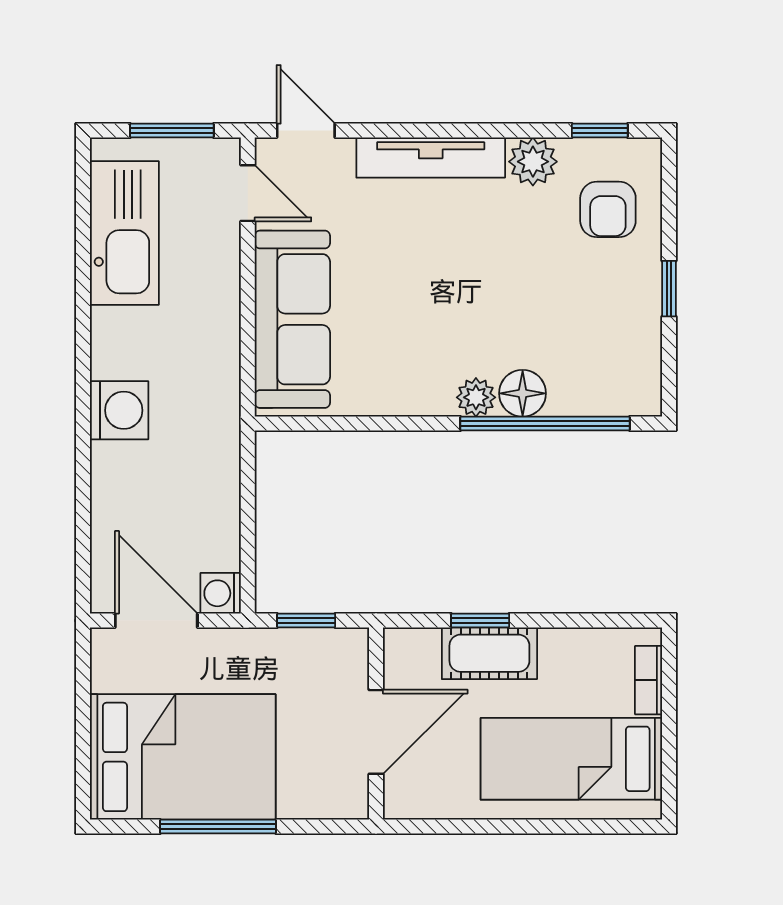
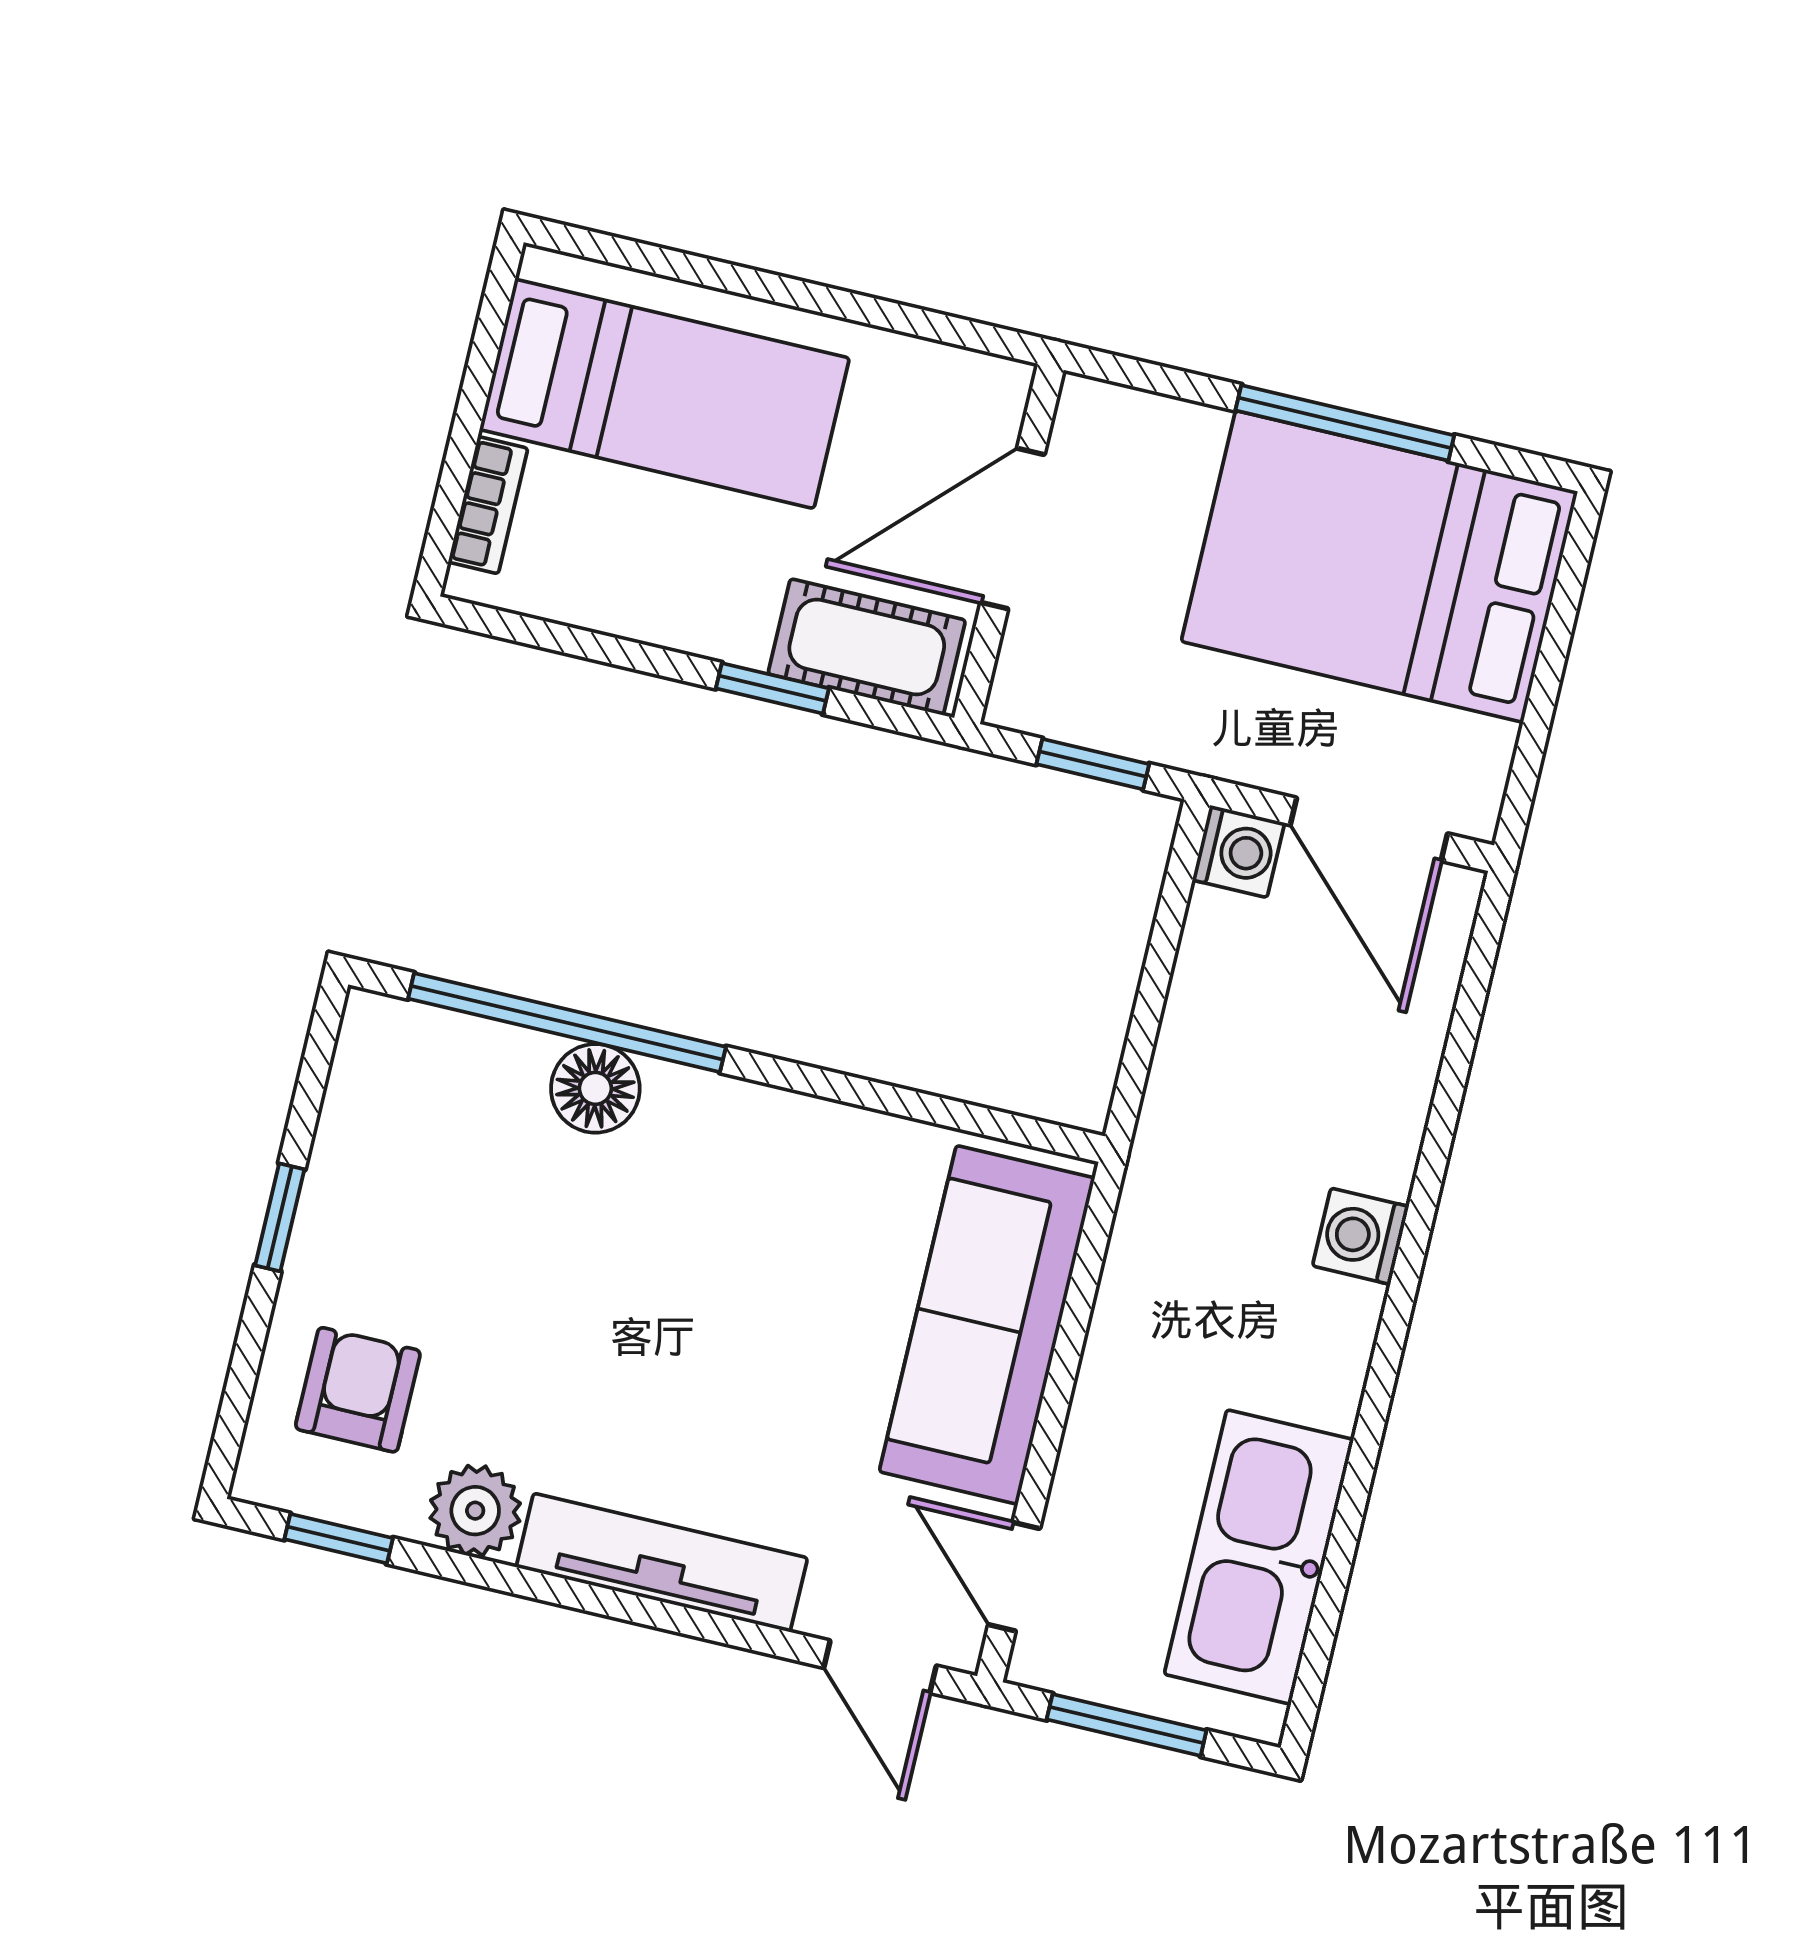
plant: (476, 397) -> (683, 1101), removed
washing machine: (119, 410) -> (1361, 1236), width x0.73, depth x0.73
cot: (489, 653) -> (867, 647), moved

